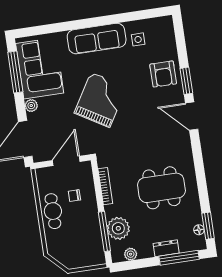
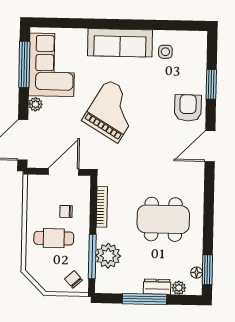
armchair: (163, 74) -> (188, 108), moved, turned 180
window: (186, 81) -> (211, 84), moved
door: (192, 116) -> (210, 146), hinge flipped
cafe table: (53, 211) -> (54, 238), moved, turned 90
plant: (131, 254) -> (179, 288), moved
chair: (91, 255) -> (74, 279), added
window: (179, 258) -> (145, 299), moved

